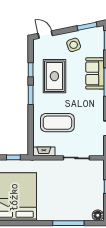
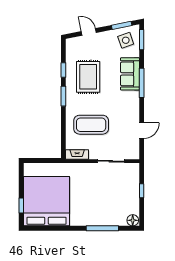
door: (45, 35) -> (89, 32), moved
side table: (74, 45) -> (126, 40), moved
window: (13, 157) -> (46, 161), removed

